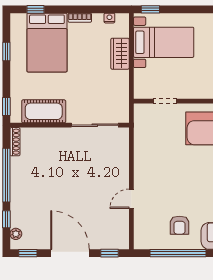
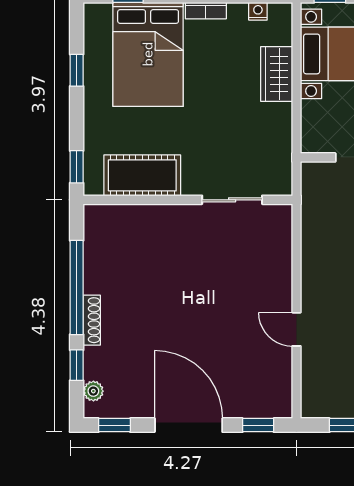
sliding door: (95, 125) -> (232, 200), width x0.73
shoe rack: (15, 142) -> (92, 320), moved
door: (131, 199) -> (297, 329), hinge flipped

